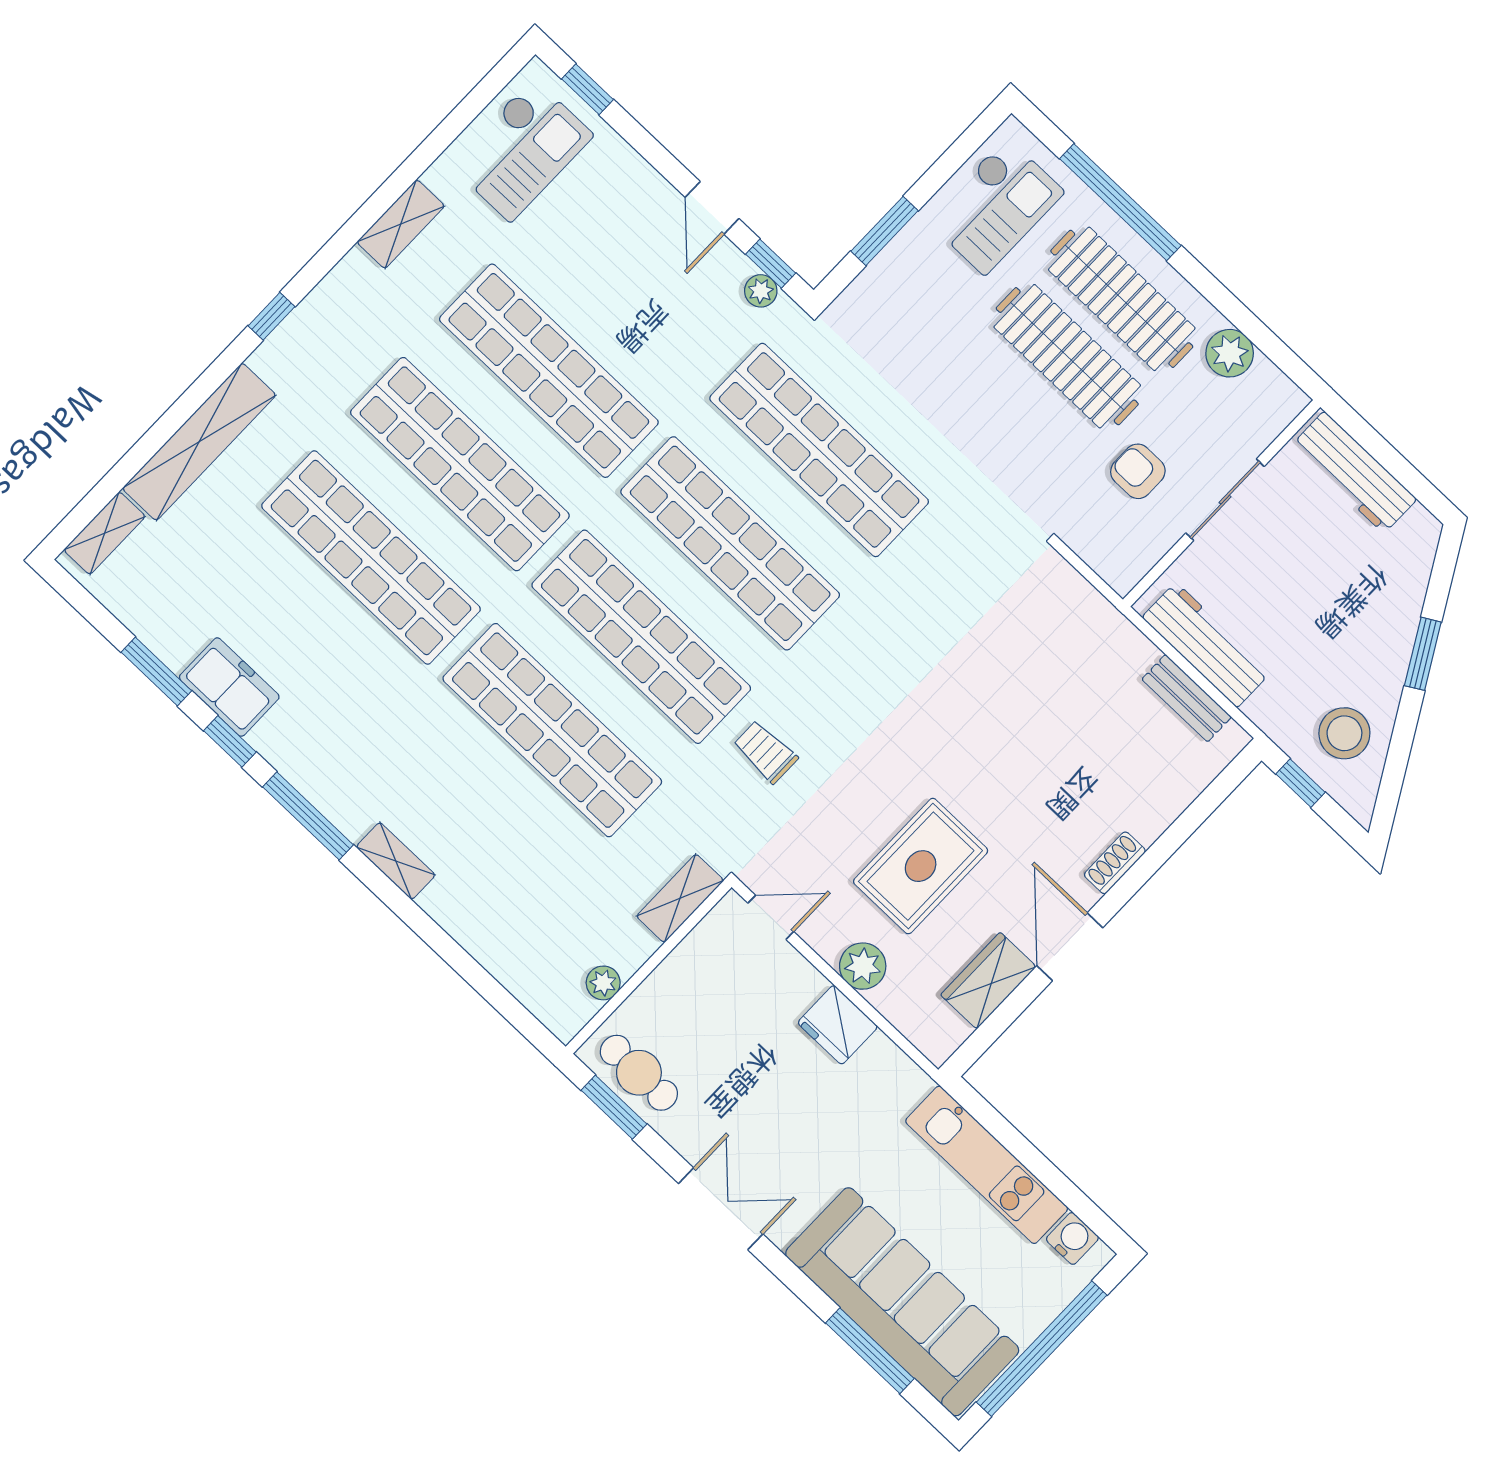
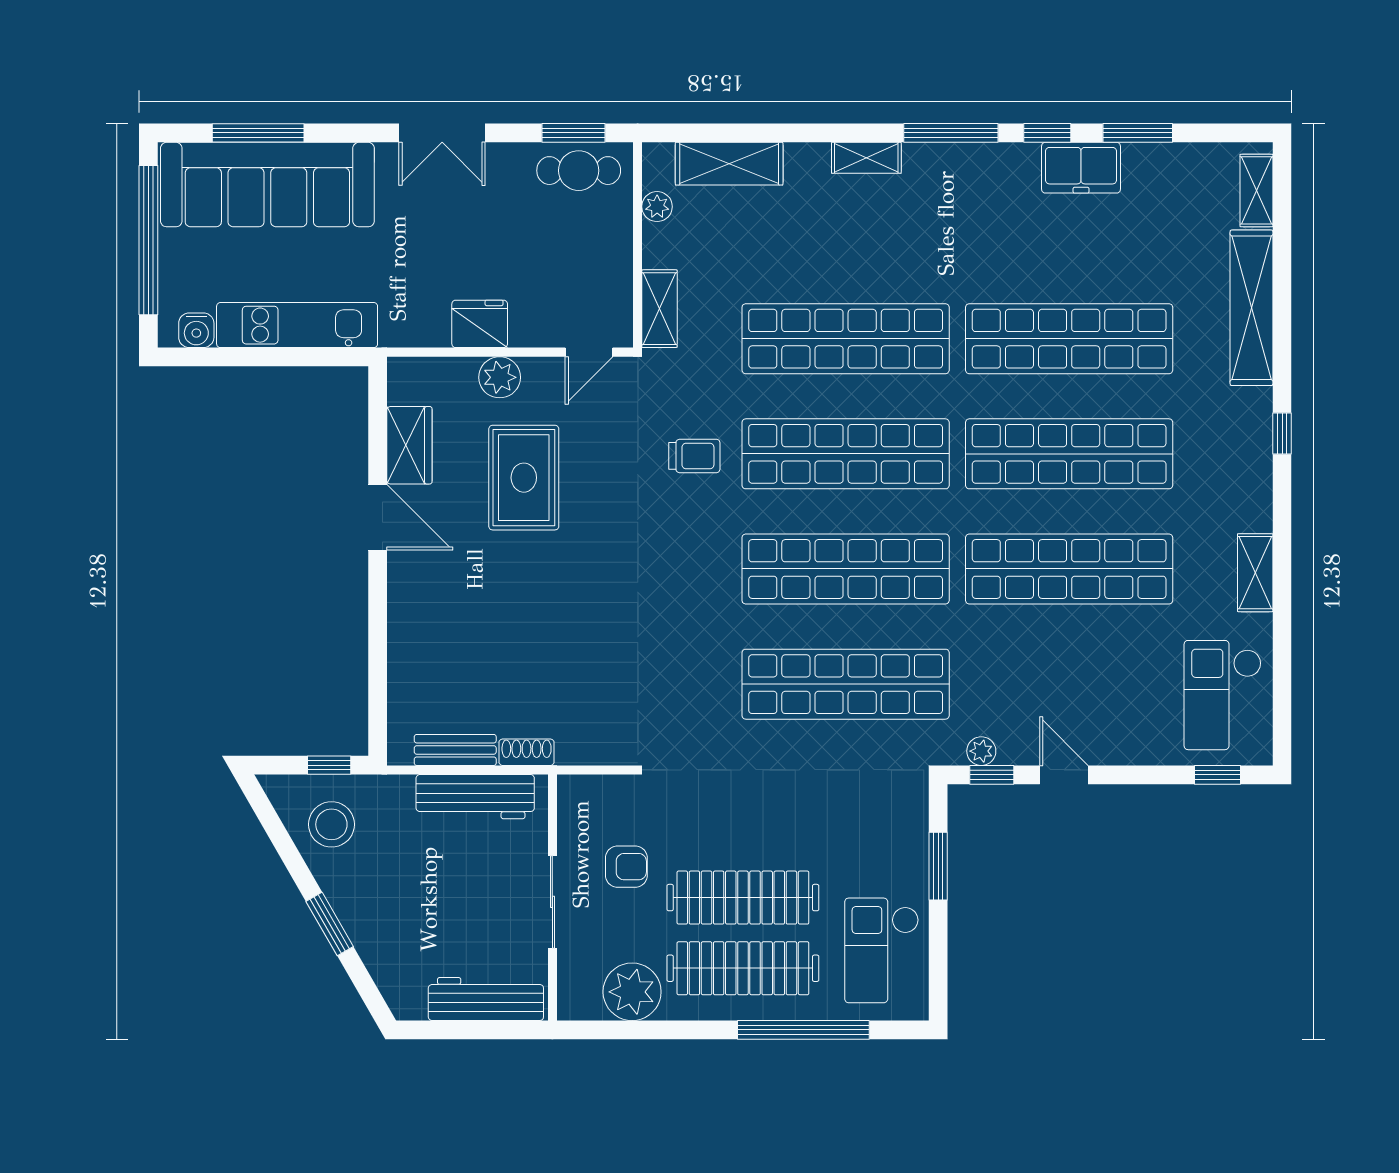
plant: (1230, 353) -> (632, 992), width x1.36, depth x1.36
shoe rack: (1115, 863) -> (527, 752), moved, turned -90
shelving: (512, 962) -> (729, 164), added

